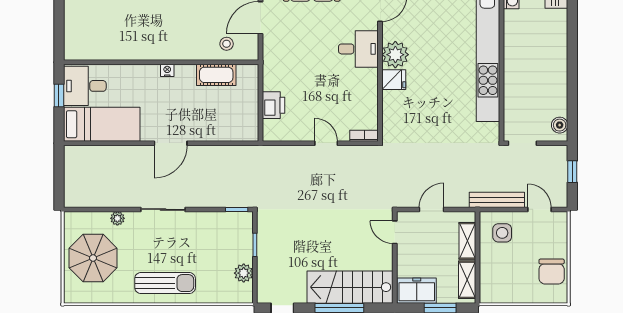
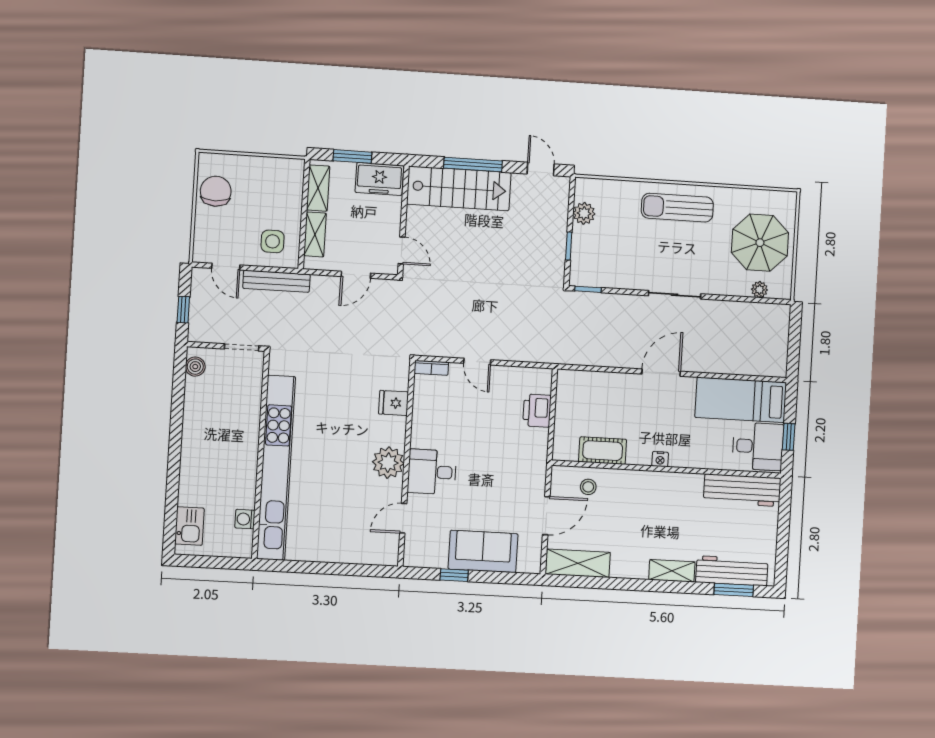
workbench: (96, 48) -> (742, 490), added
fridge: (394, 80) -> (394, 403), moved
plant: (117, 218) -> (759, 290), moved

